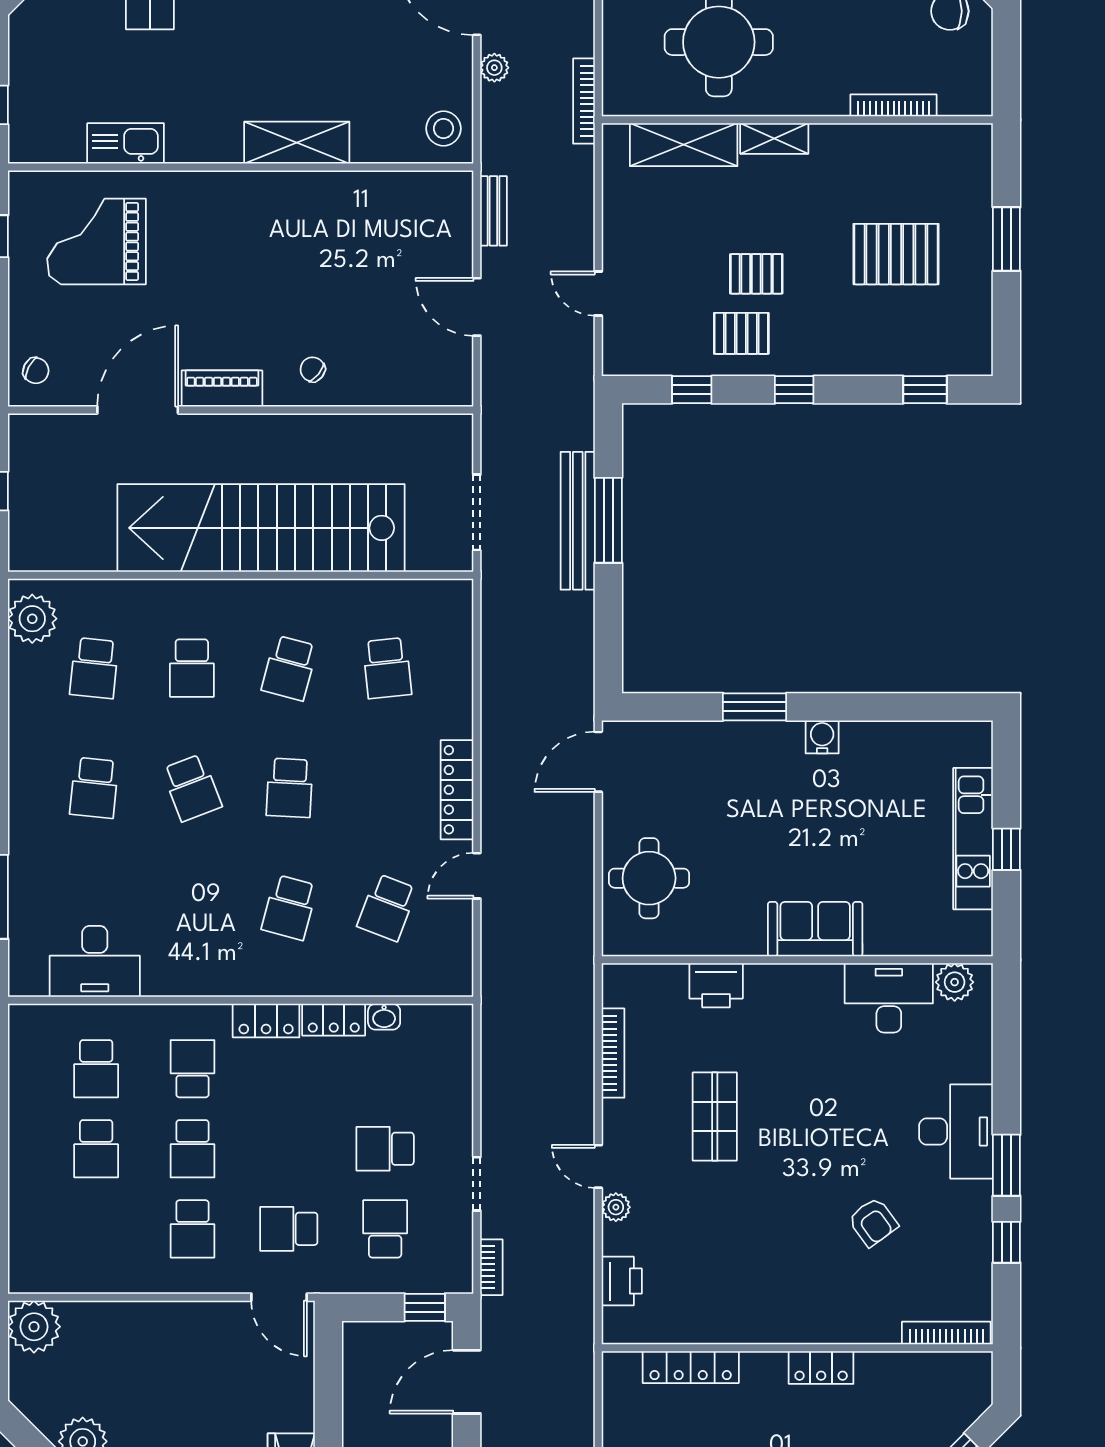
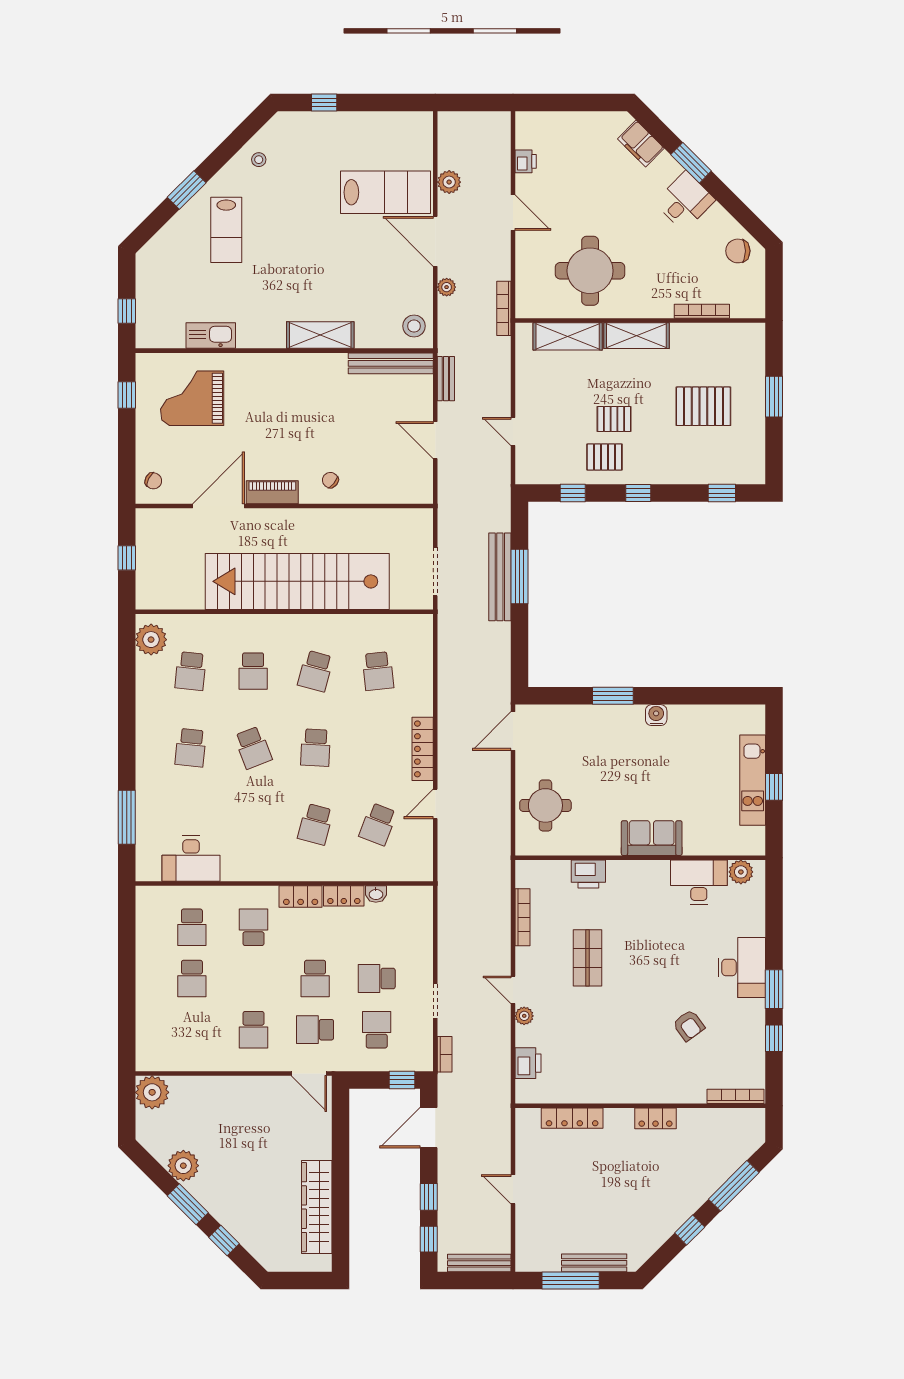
shelving: (774, 138) -> (636, 336), width x1.50, depth x1.33
bench: (407, 187) -> (391, 363), added
school desk: (192, 1149) -> (315, 979), moved

